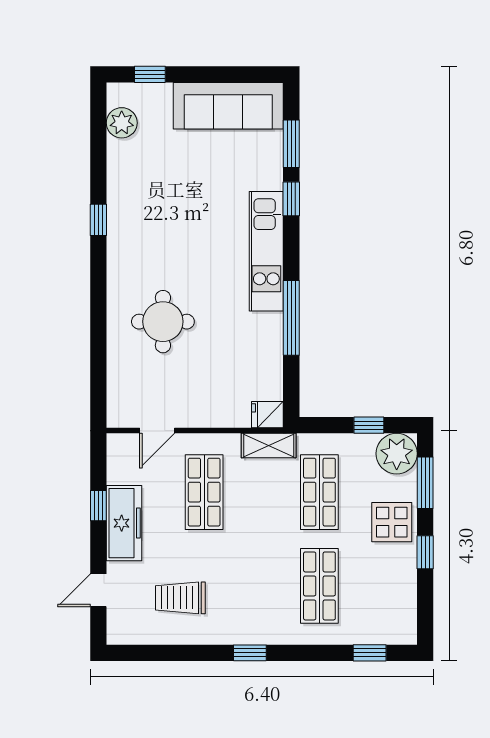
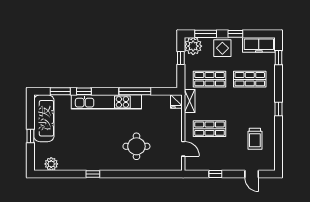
window: (150, 74) -> (30, 136), moved
kitchen unit: (266, 251) -> (106, 102), width x1.36
freezer: (124, 523) -> (259, 45), moved, turned 180

